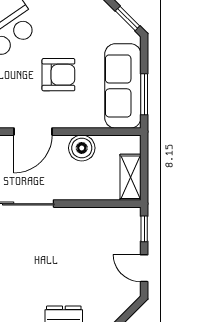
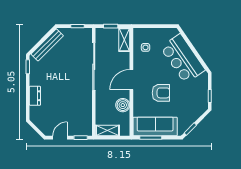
armchair: (58, 75) -> (161, 93), turned -90
door: (33, 132) -> (131, 80), hinge flipped

